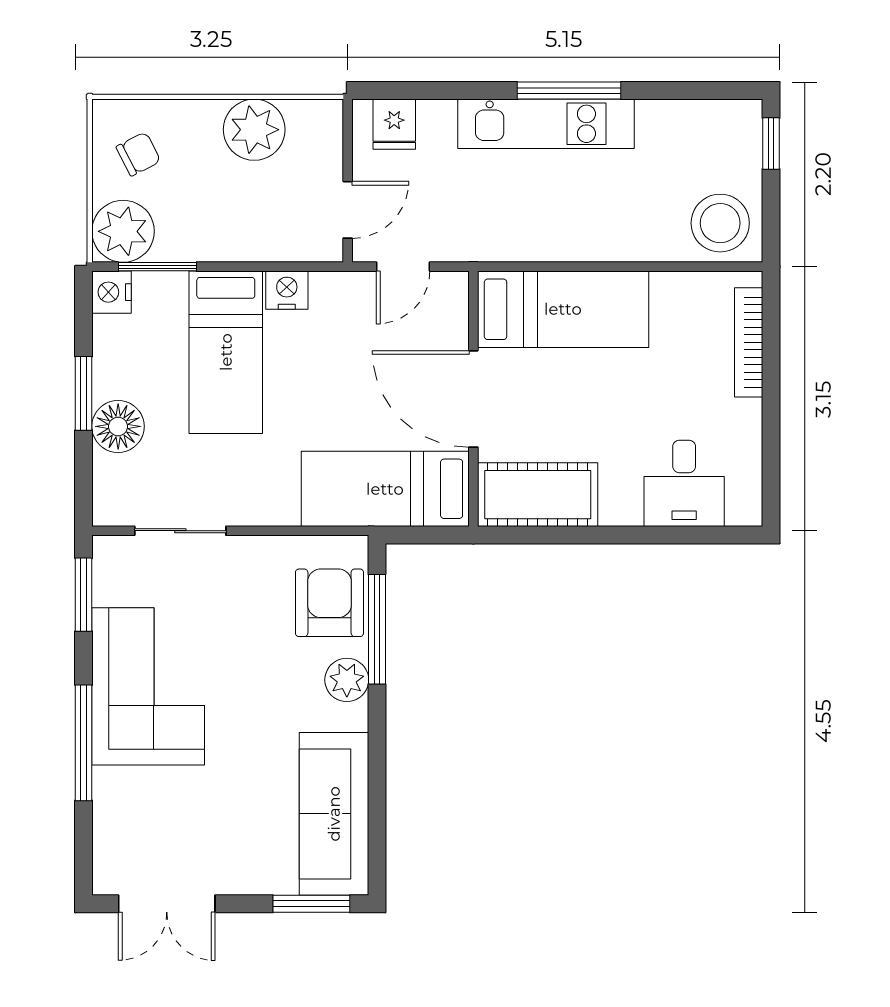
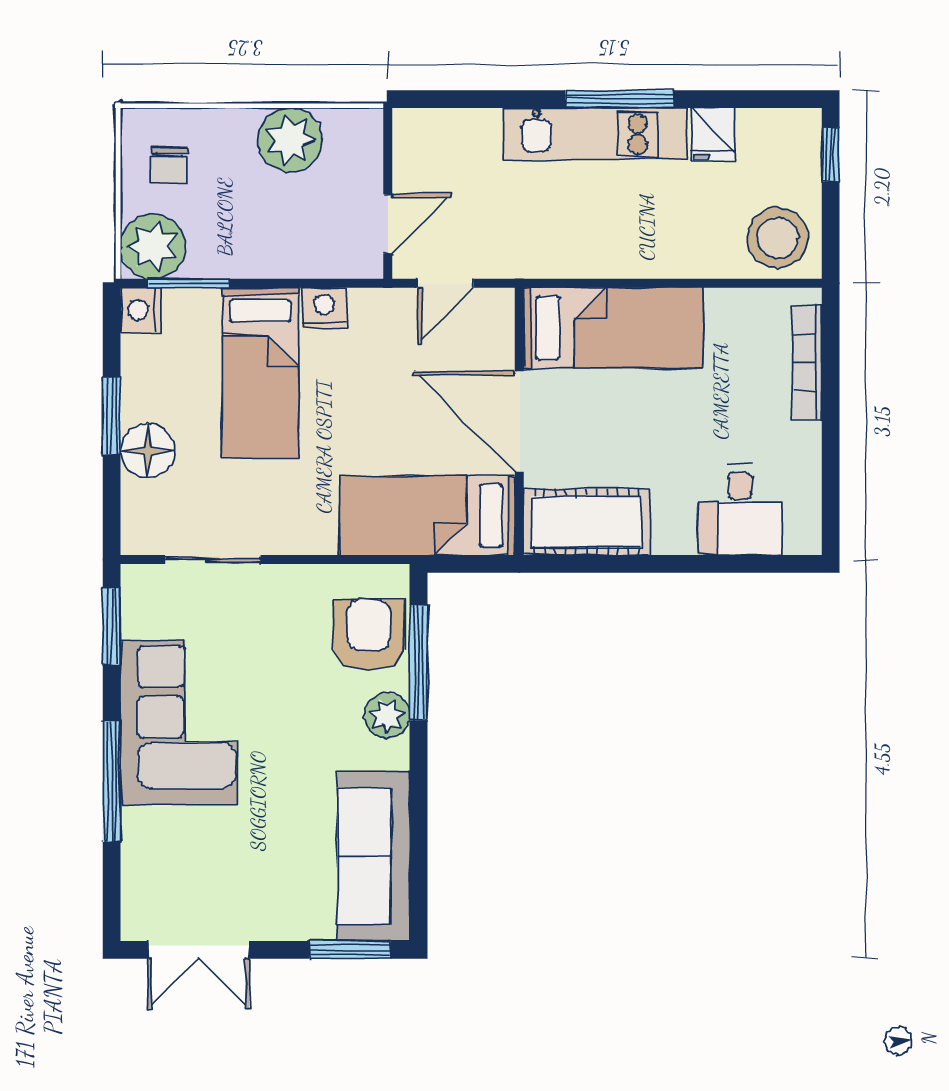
fridge: (394, 124) -> (713, 134), moved
chair: (138, 154) -> (169, 166), turned 119

